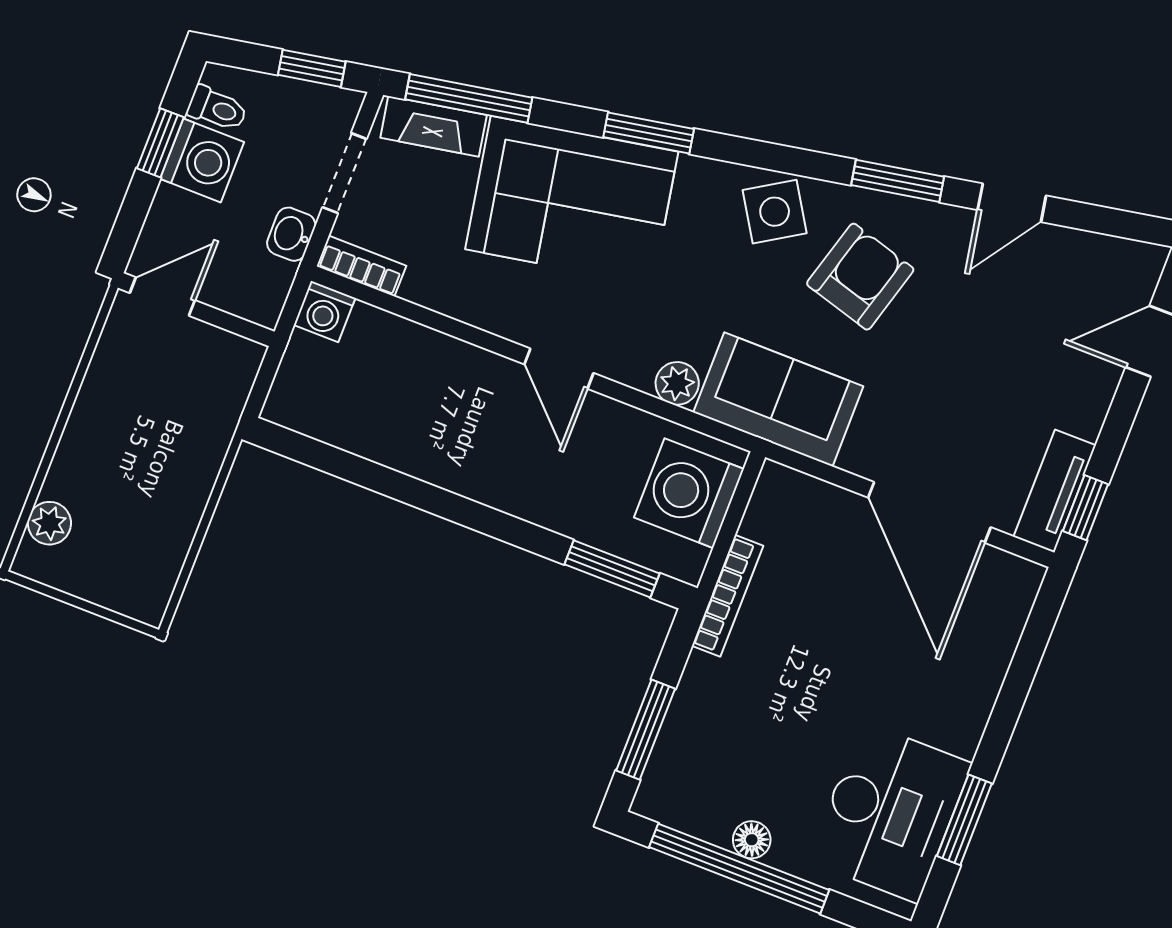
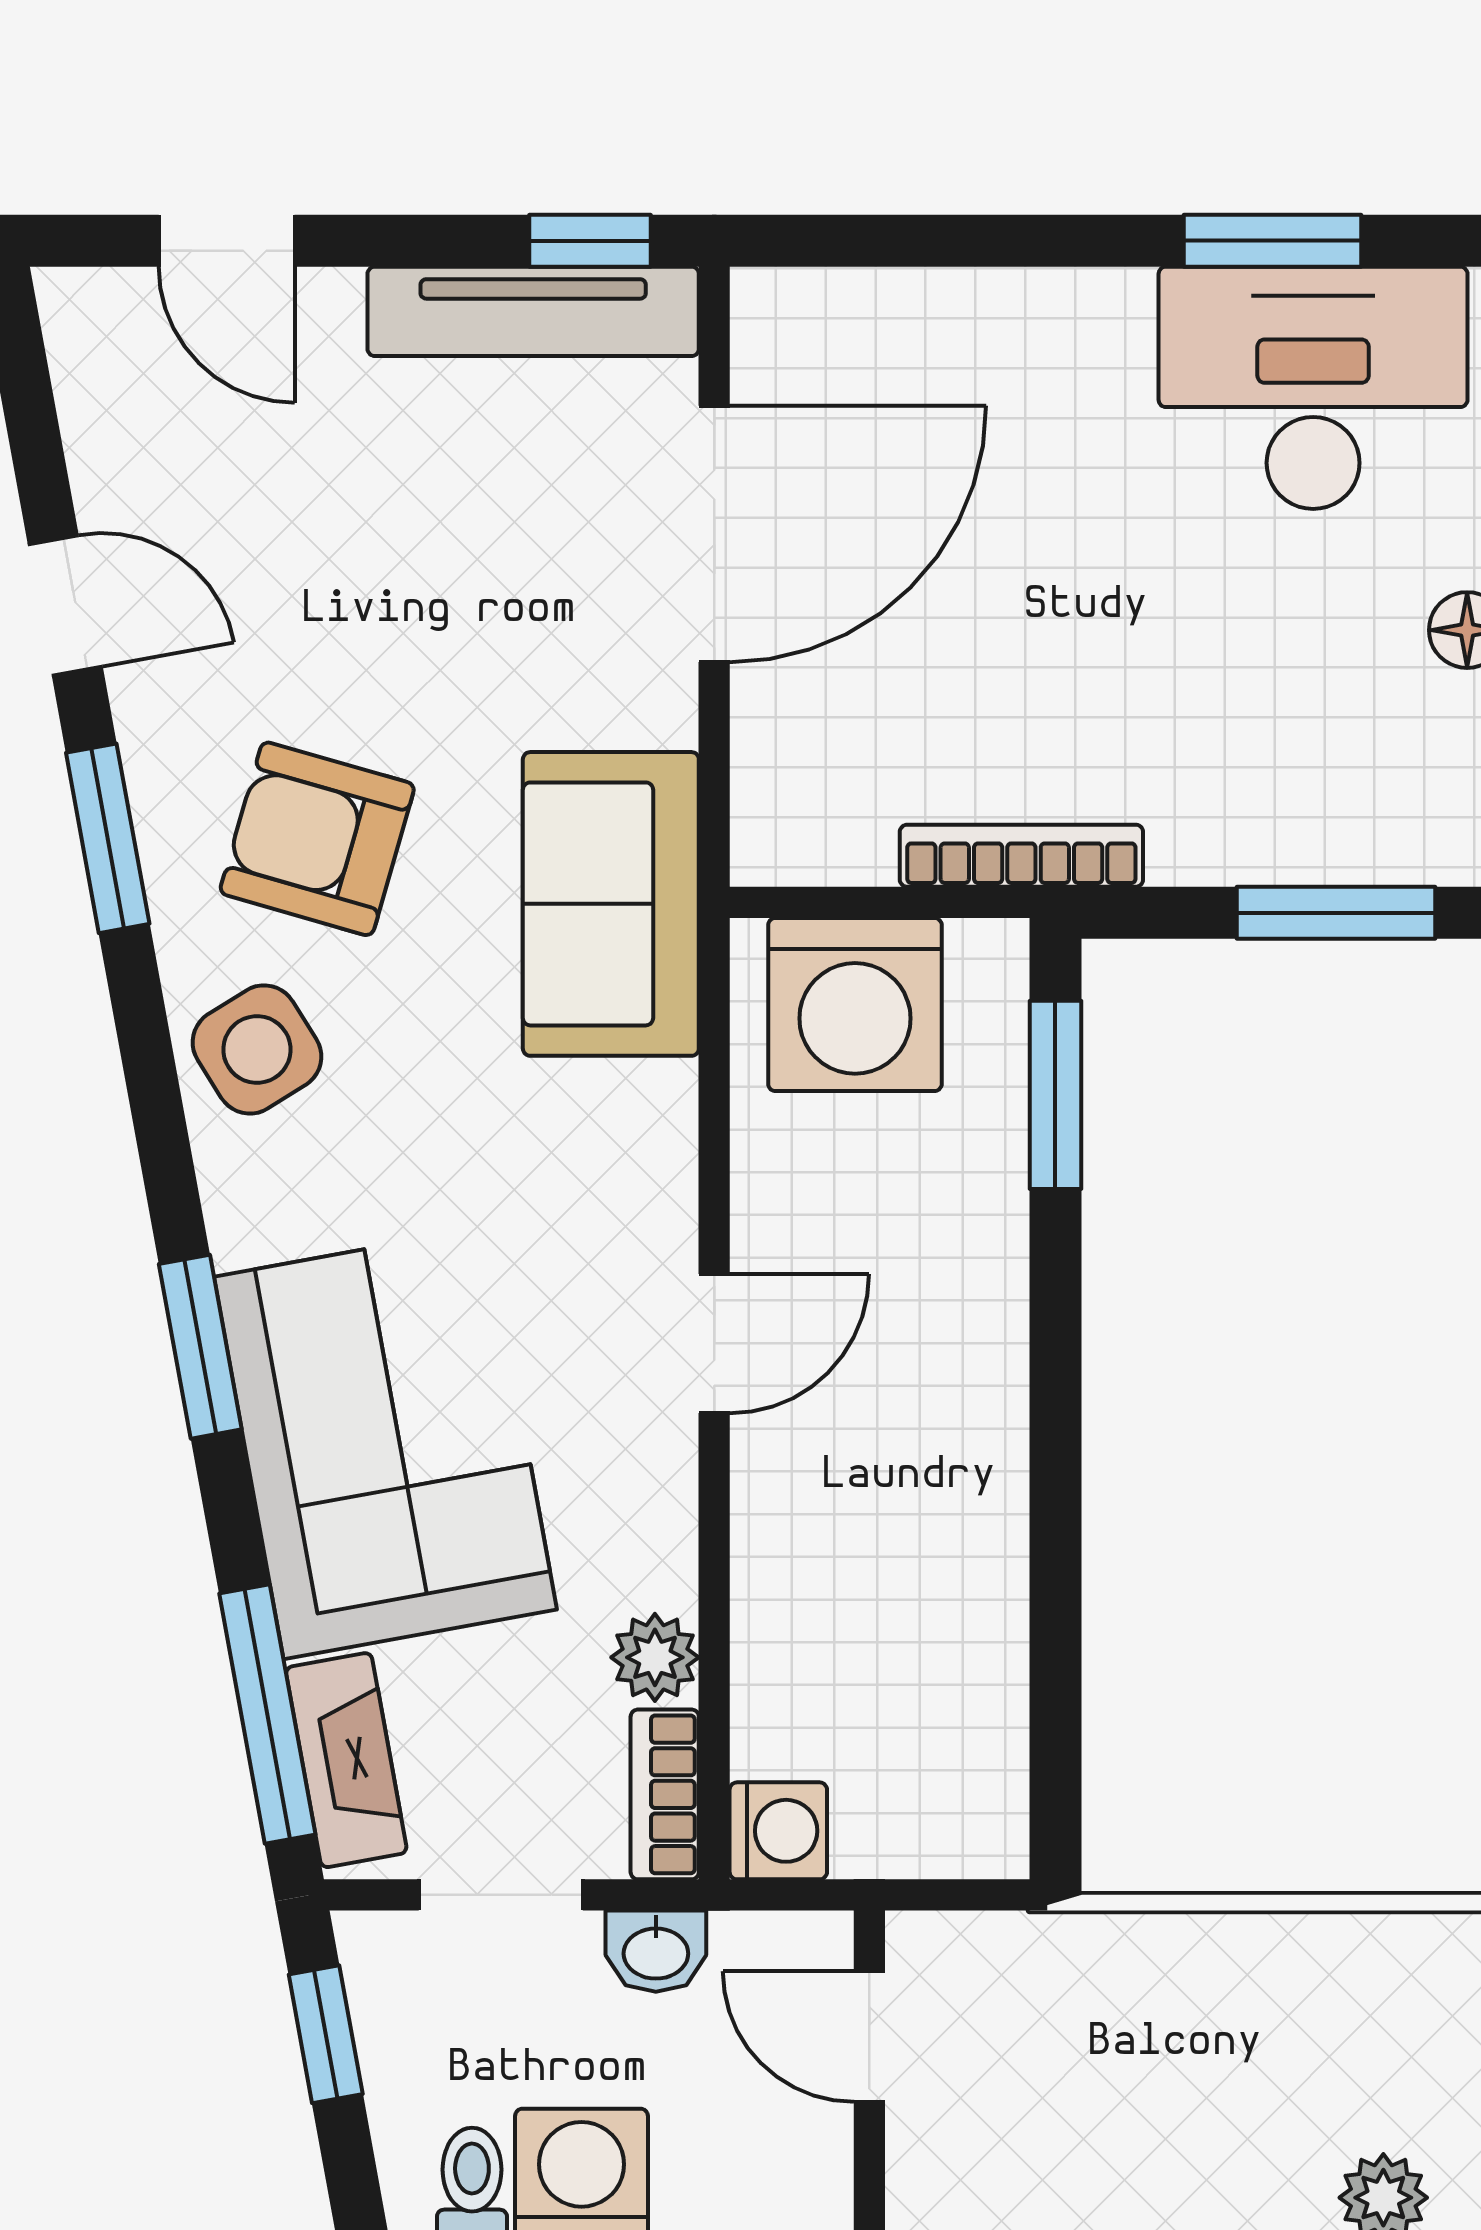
door: (162, 297) -> (869, 2037), moved
plant: (677, 383) -> (655, 1657), moved
tv unit: (1055, 491) -> (533, 311), width x1.41

